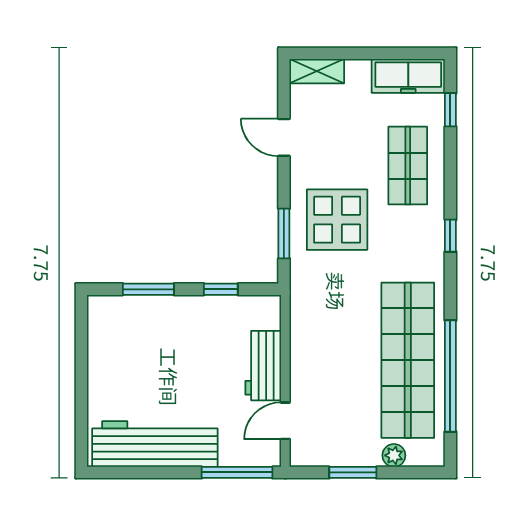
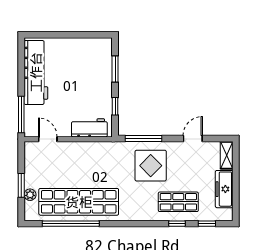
freezer: (408, 76) -> (224, 189), moved
window: (284, 234) -> (144, 138), width x1.44
window: (450, 236) -> (177, 224), moved
workbench: (263, 366) -> (89, 128), moved
window: (353, 472) -> (21, 185), moved

